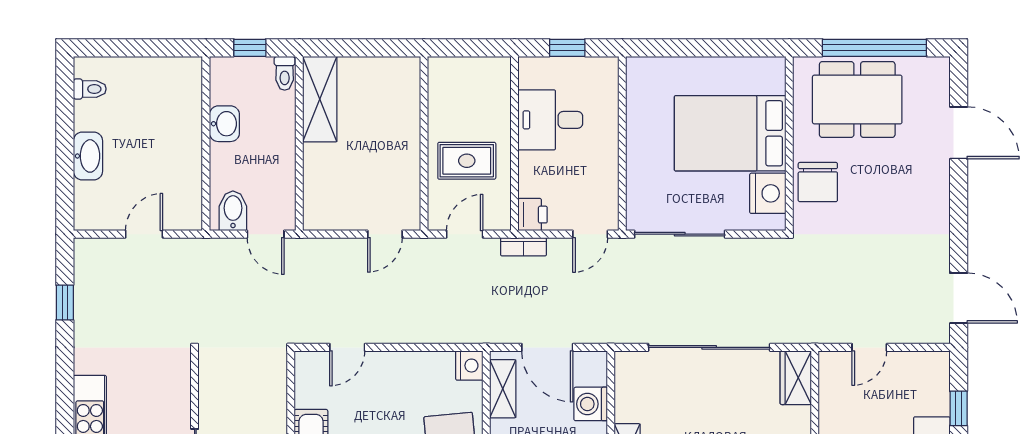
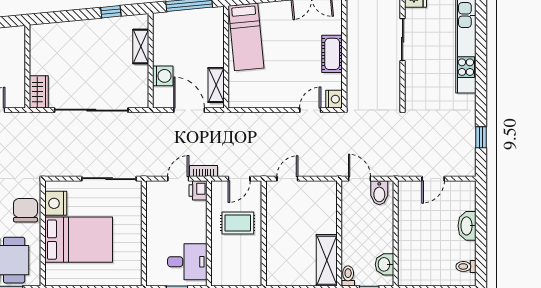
desk: (550, 120) -> (187, 262), moved
washbasin: (224, 124) -> (384, 264), moved
door: (590, 234) -> (178, 179), moved
nightstand: (469, 366) -> (334, 99), moved, turned 180

